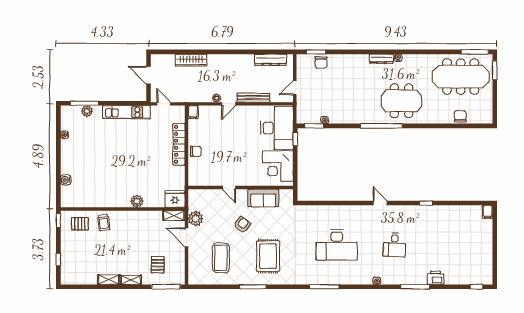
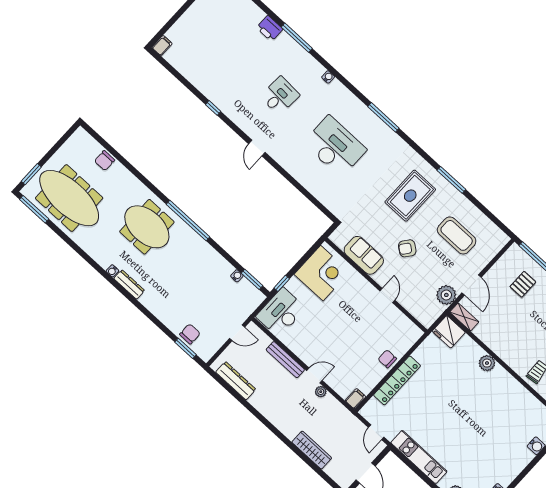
desk: (277, 128) -> (281, 312), width x0.73, depth x0.77
coffee table: (221, 258) -> (457, 235), turned 90

